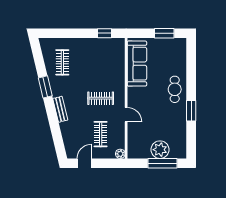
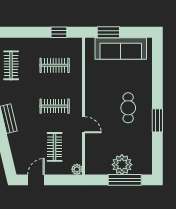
window: (164, 33) -> (108, 32), moved
clothes rail: (101, 62) -> (55, 65), added
sofa: (137, 64) -> (121, 48), moved, turned 90
cafe table: (175, 89) -> (128, 108), moved

